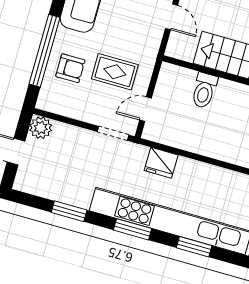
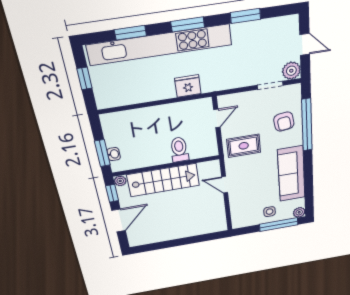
armchair: (70, 68) -> (284, 122), turned -98
rug: (115, 72) -> (244, 146), moved
doorway: (113, 133) -> (270, 85), moved

